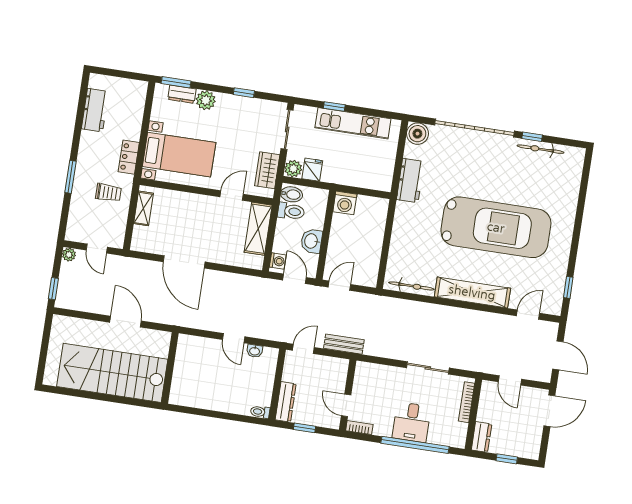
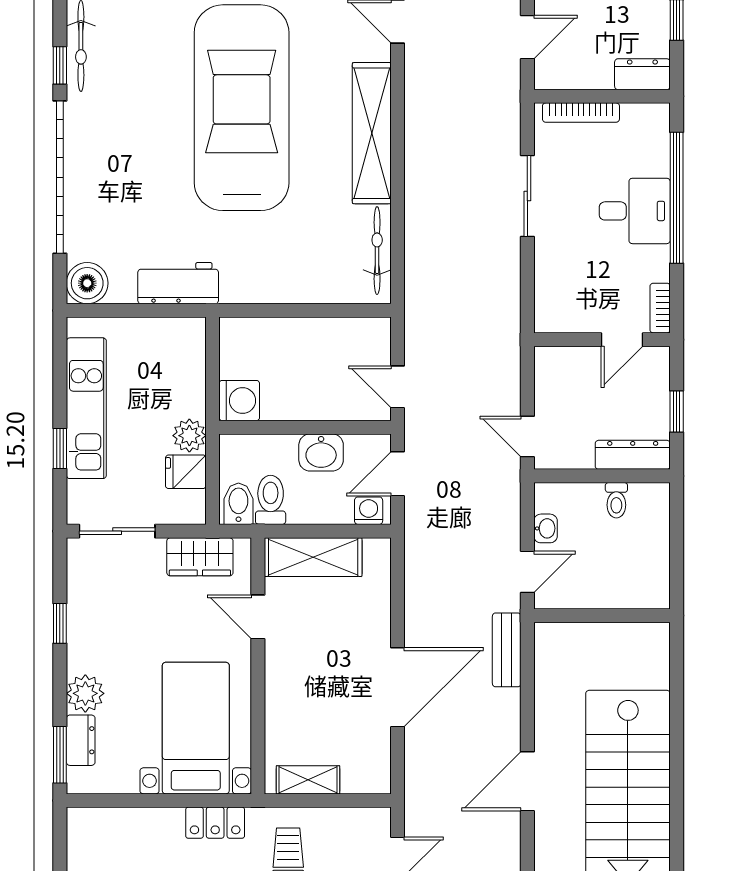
plant: (293, 169) -> (189, 436), moved
bench: (344, 344) -> (507, 650), moved
wall: (170, 368) -> (602, 616), moved
toilet: (260, 412) -> (616, 500), moved

